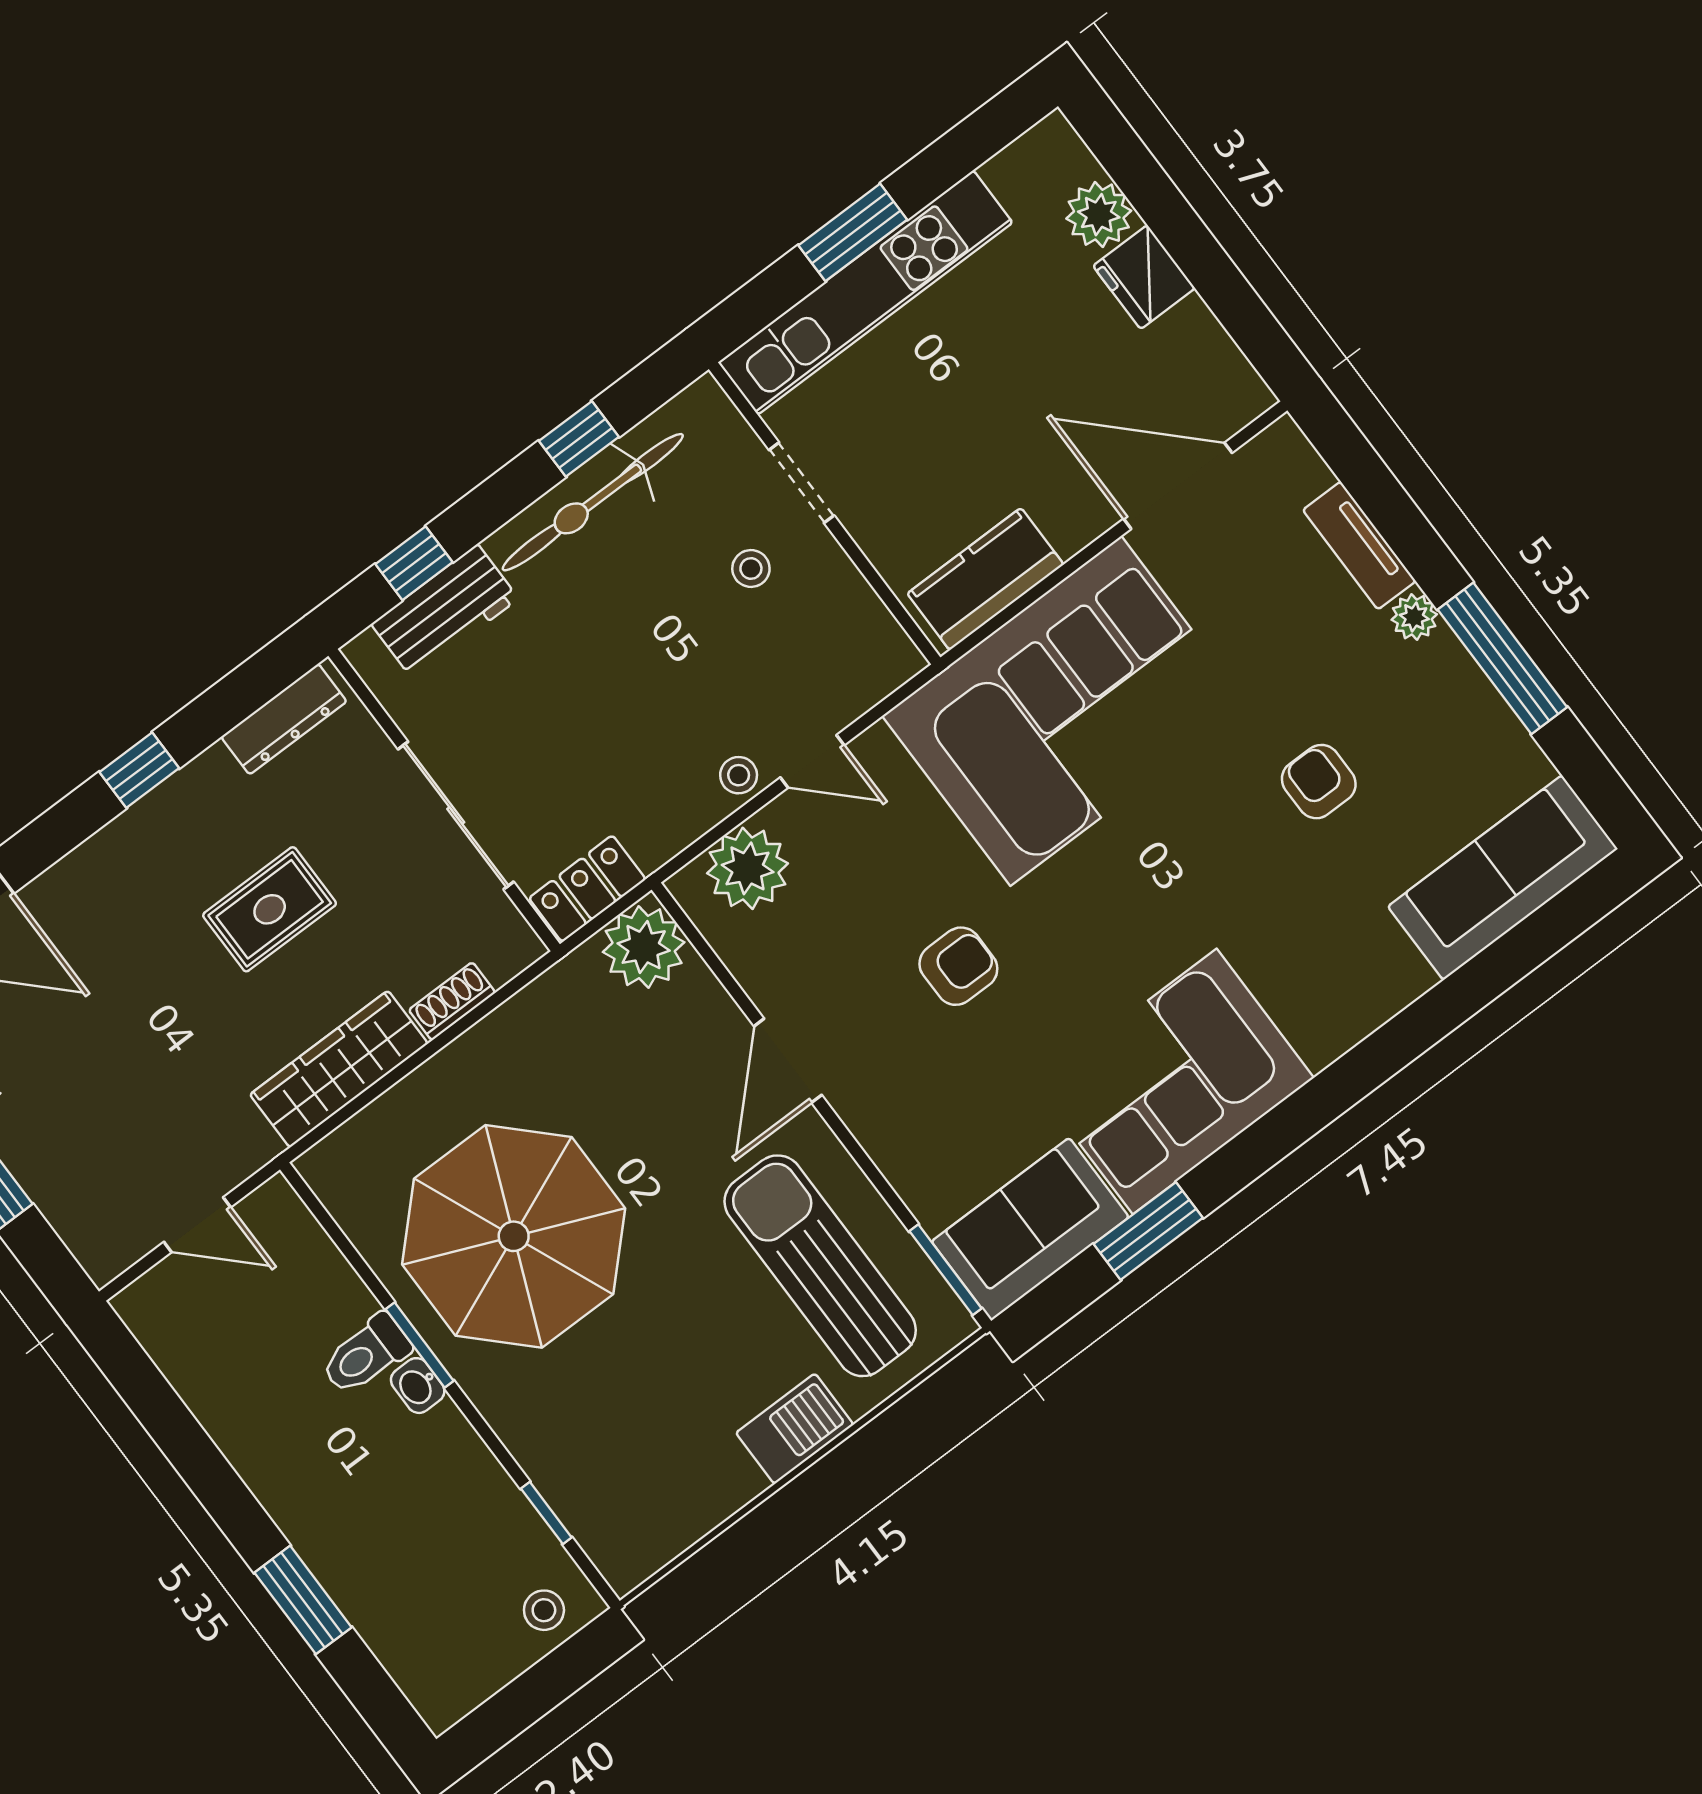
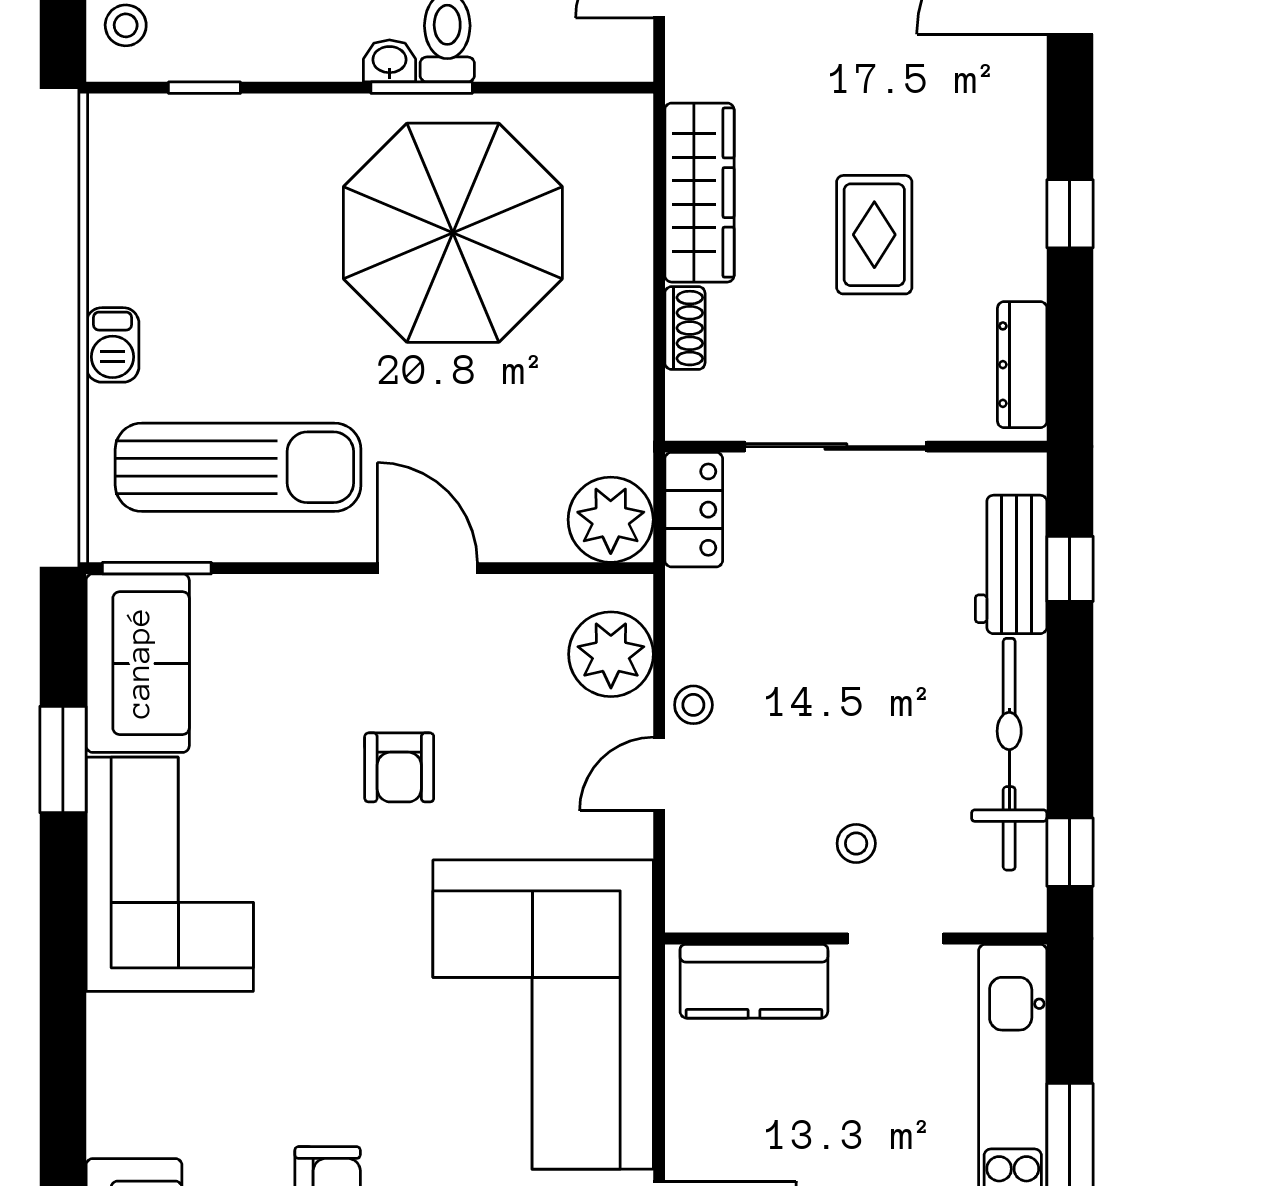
window: (579, 439) -> (1070, 852), moved
kitchen counter: (985, 579) -> (754, 981), moved, turned 90
barbecue: (795, 1429) -> (113, 345), width x0.73, depth x0.79

